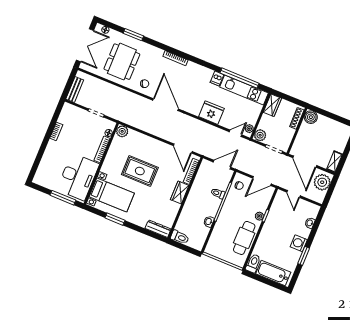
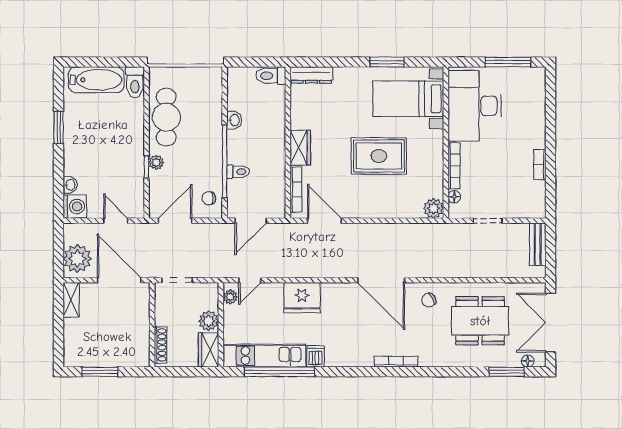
window: (133, 35) -> (507, 372), moved
dining table: (122, 62) -> (480, 321), turned 90
boiler: (311, 117) -> (139, 356), removed
window: (335, 117) -> (100, 372), added
plant: (260, 135) -> (209, 321), moved
window: (63, 198) -> (508, 62), moved
washing machine: (299, 243) -> (75, 206), moved

